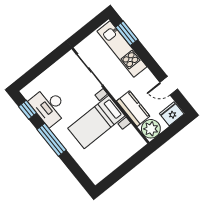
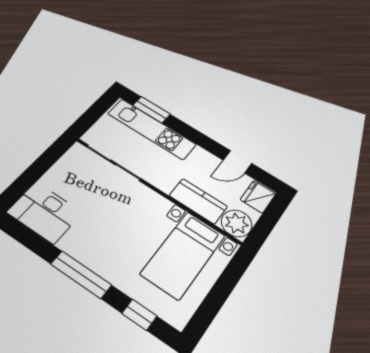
desk: (49, 106) -> (45, 212), moved
window: (28, 110) -> (139, 315), moved
bed with nightstands: (96, 122) -> (183, 255), moved

